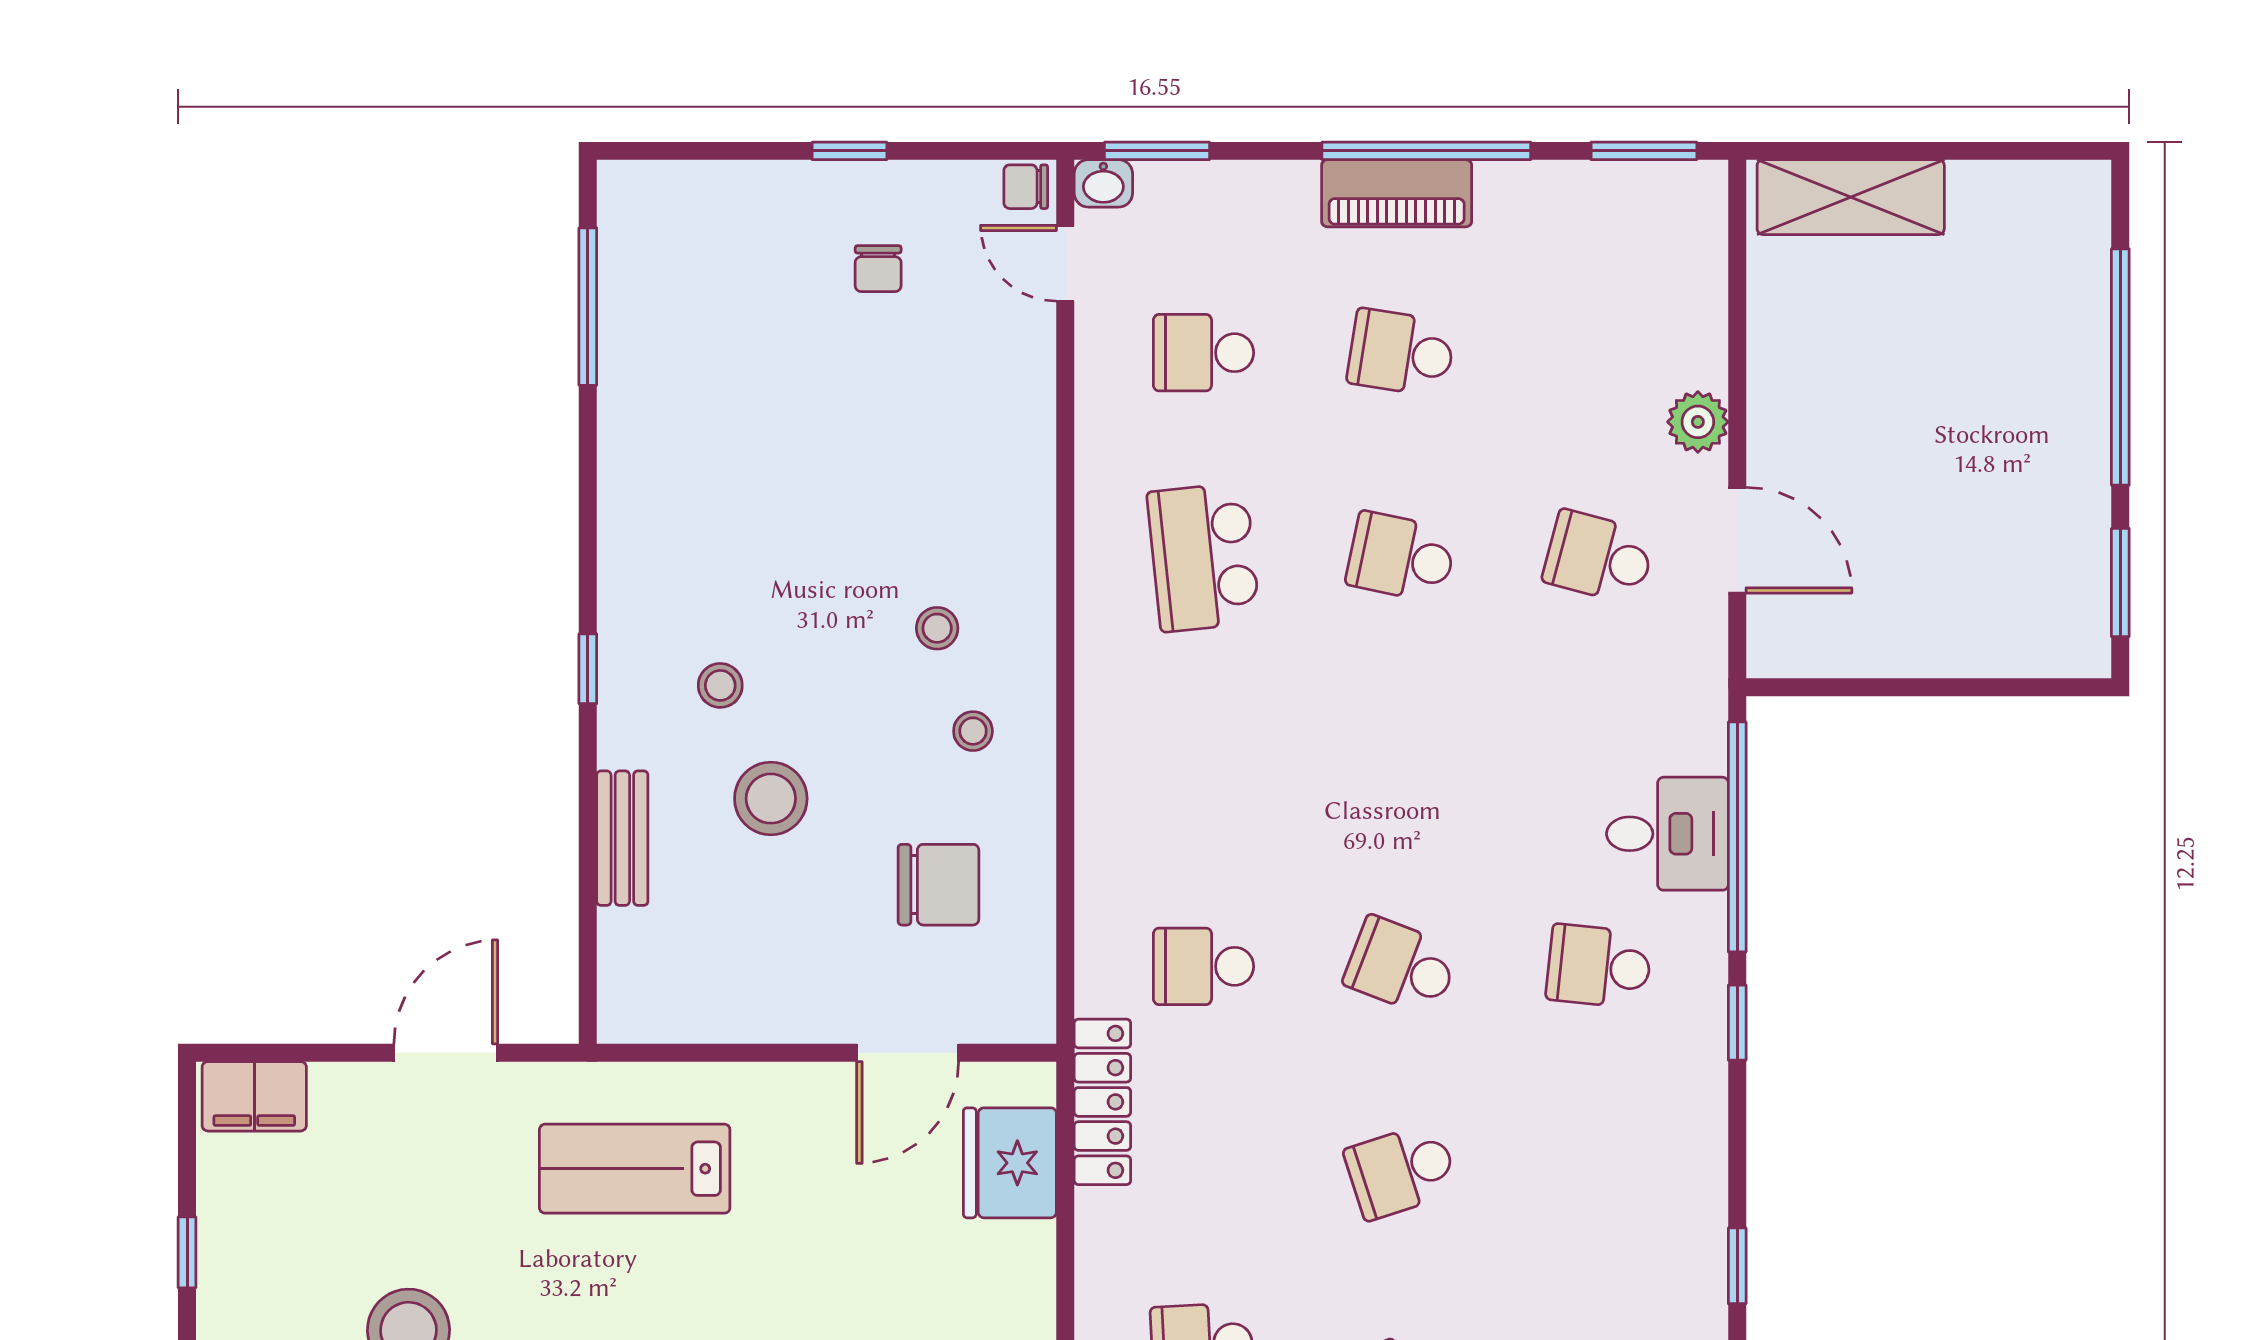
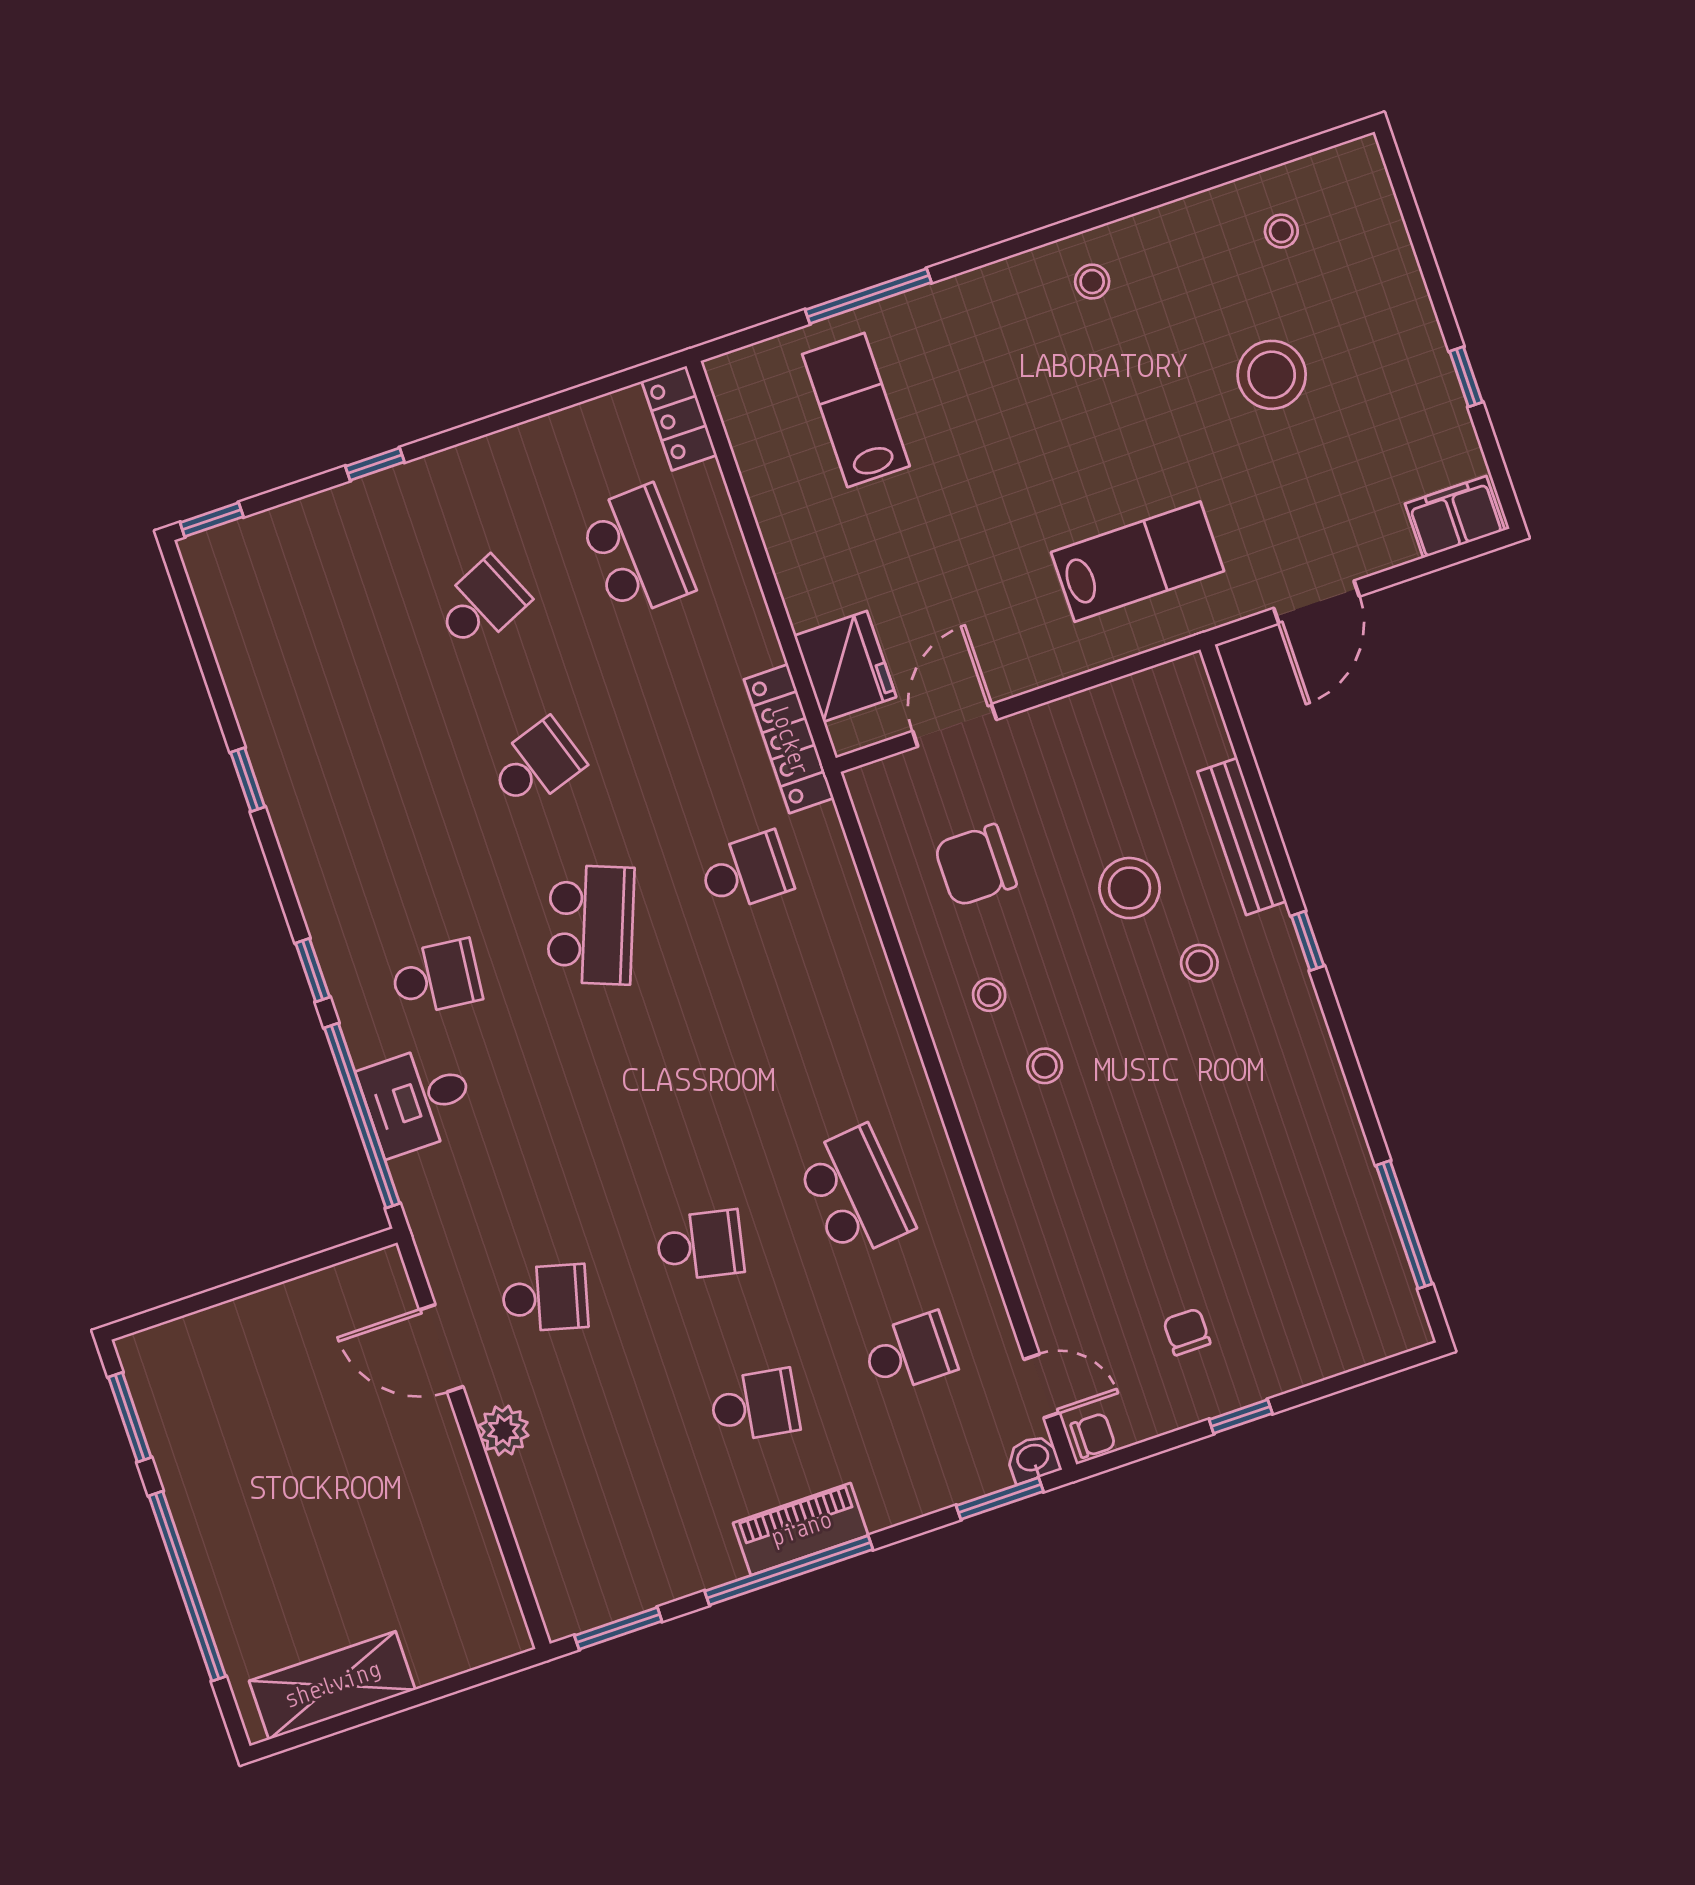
shelving: (1851, 197) -> (332, 1685), moved
bench: (622, 838) -> (1242, 837), width x1.36
school desk: (1401, 966) -> (591, 925), width x1.85

